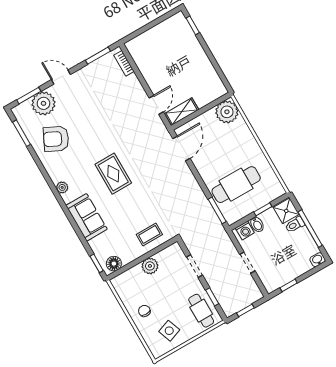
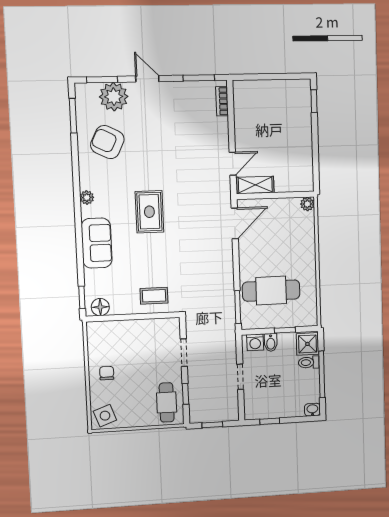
plant: (227, 112) -> (307, 204), width x0.53, depth x0.53
plant: (150, 266) -> (137, 329), removed
side table: (169, 331) -> (105, 416), moved

